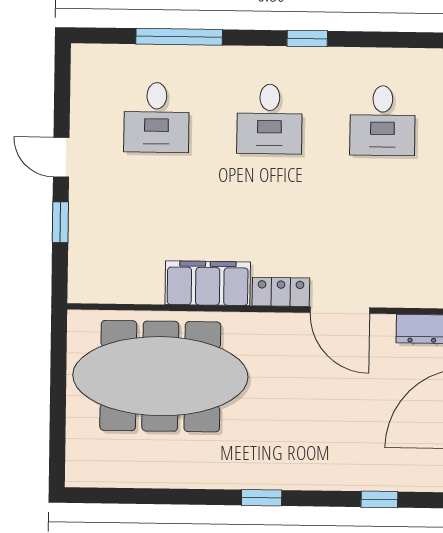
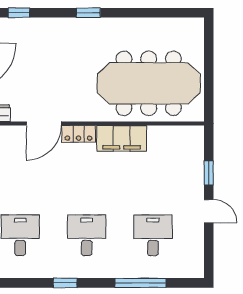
door: (340, 310) -> (44, 124), swing flipped

